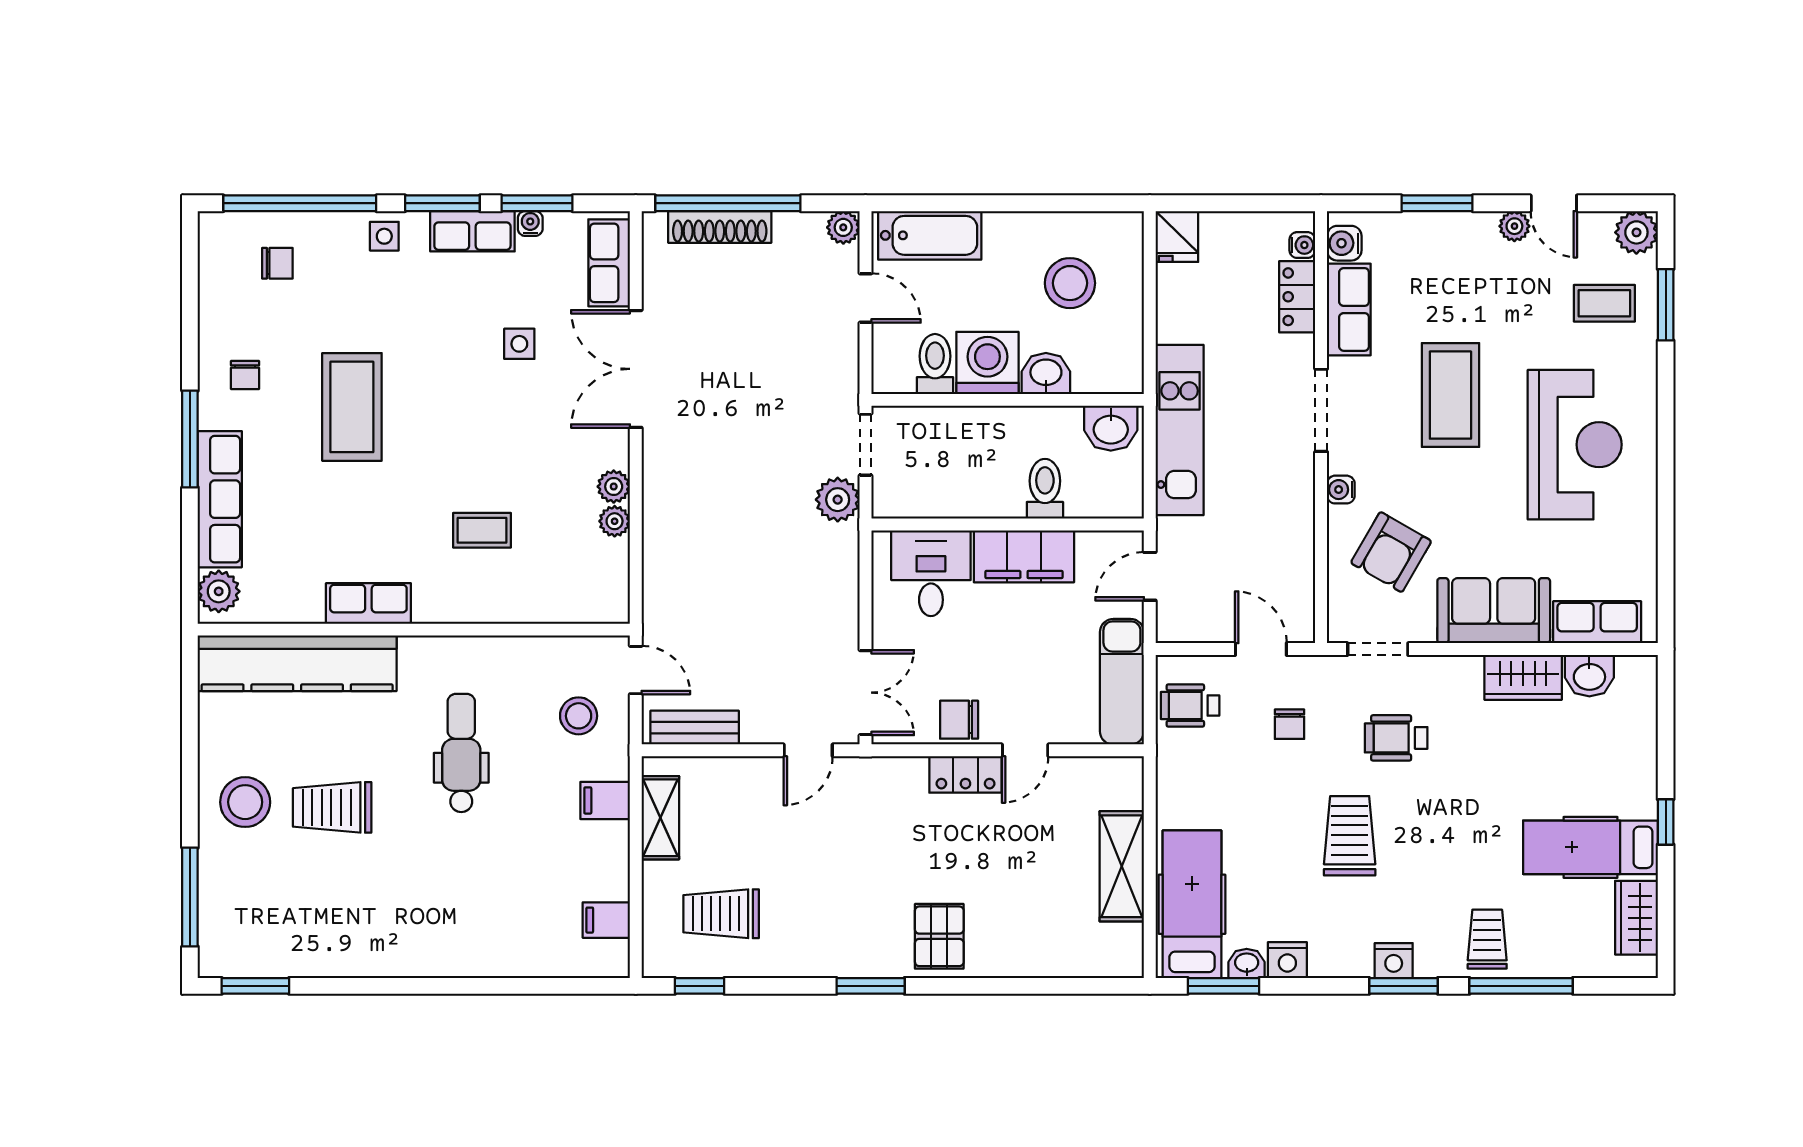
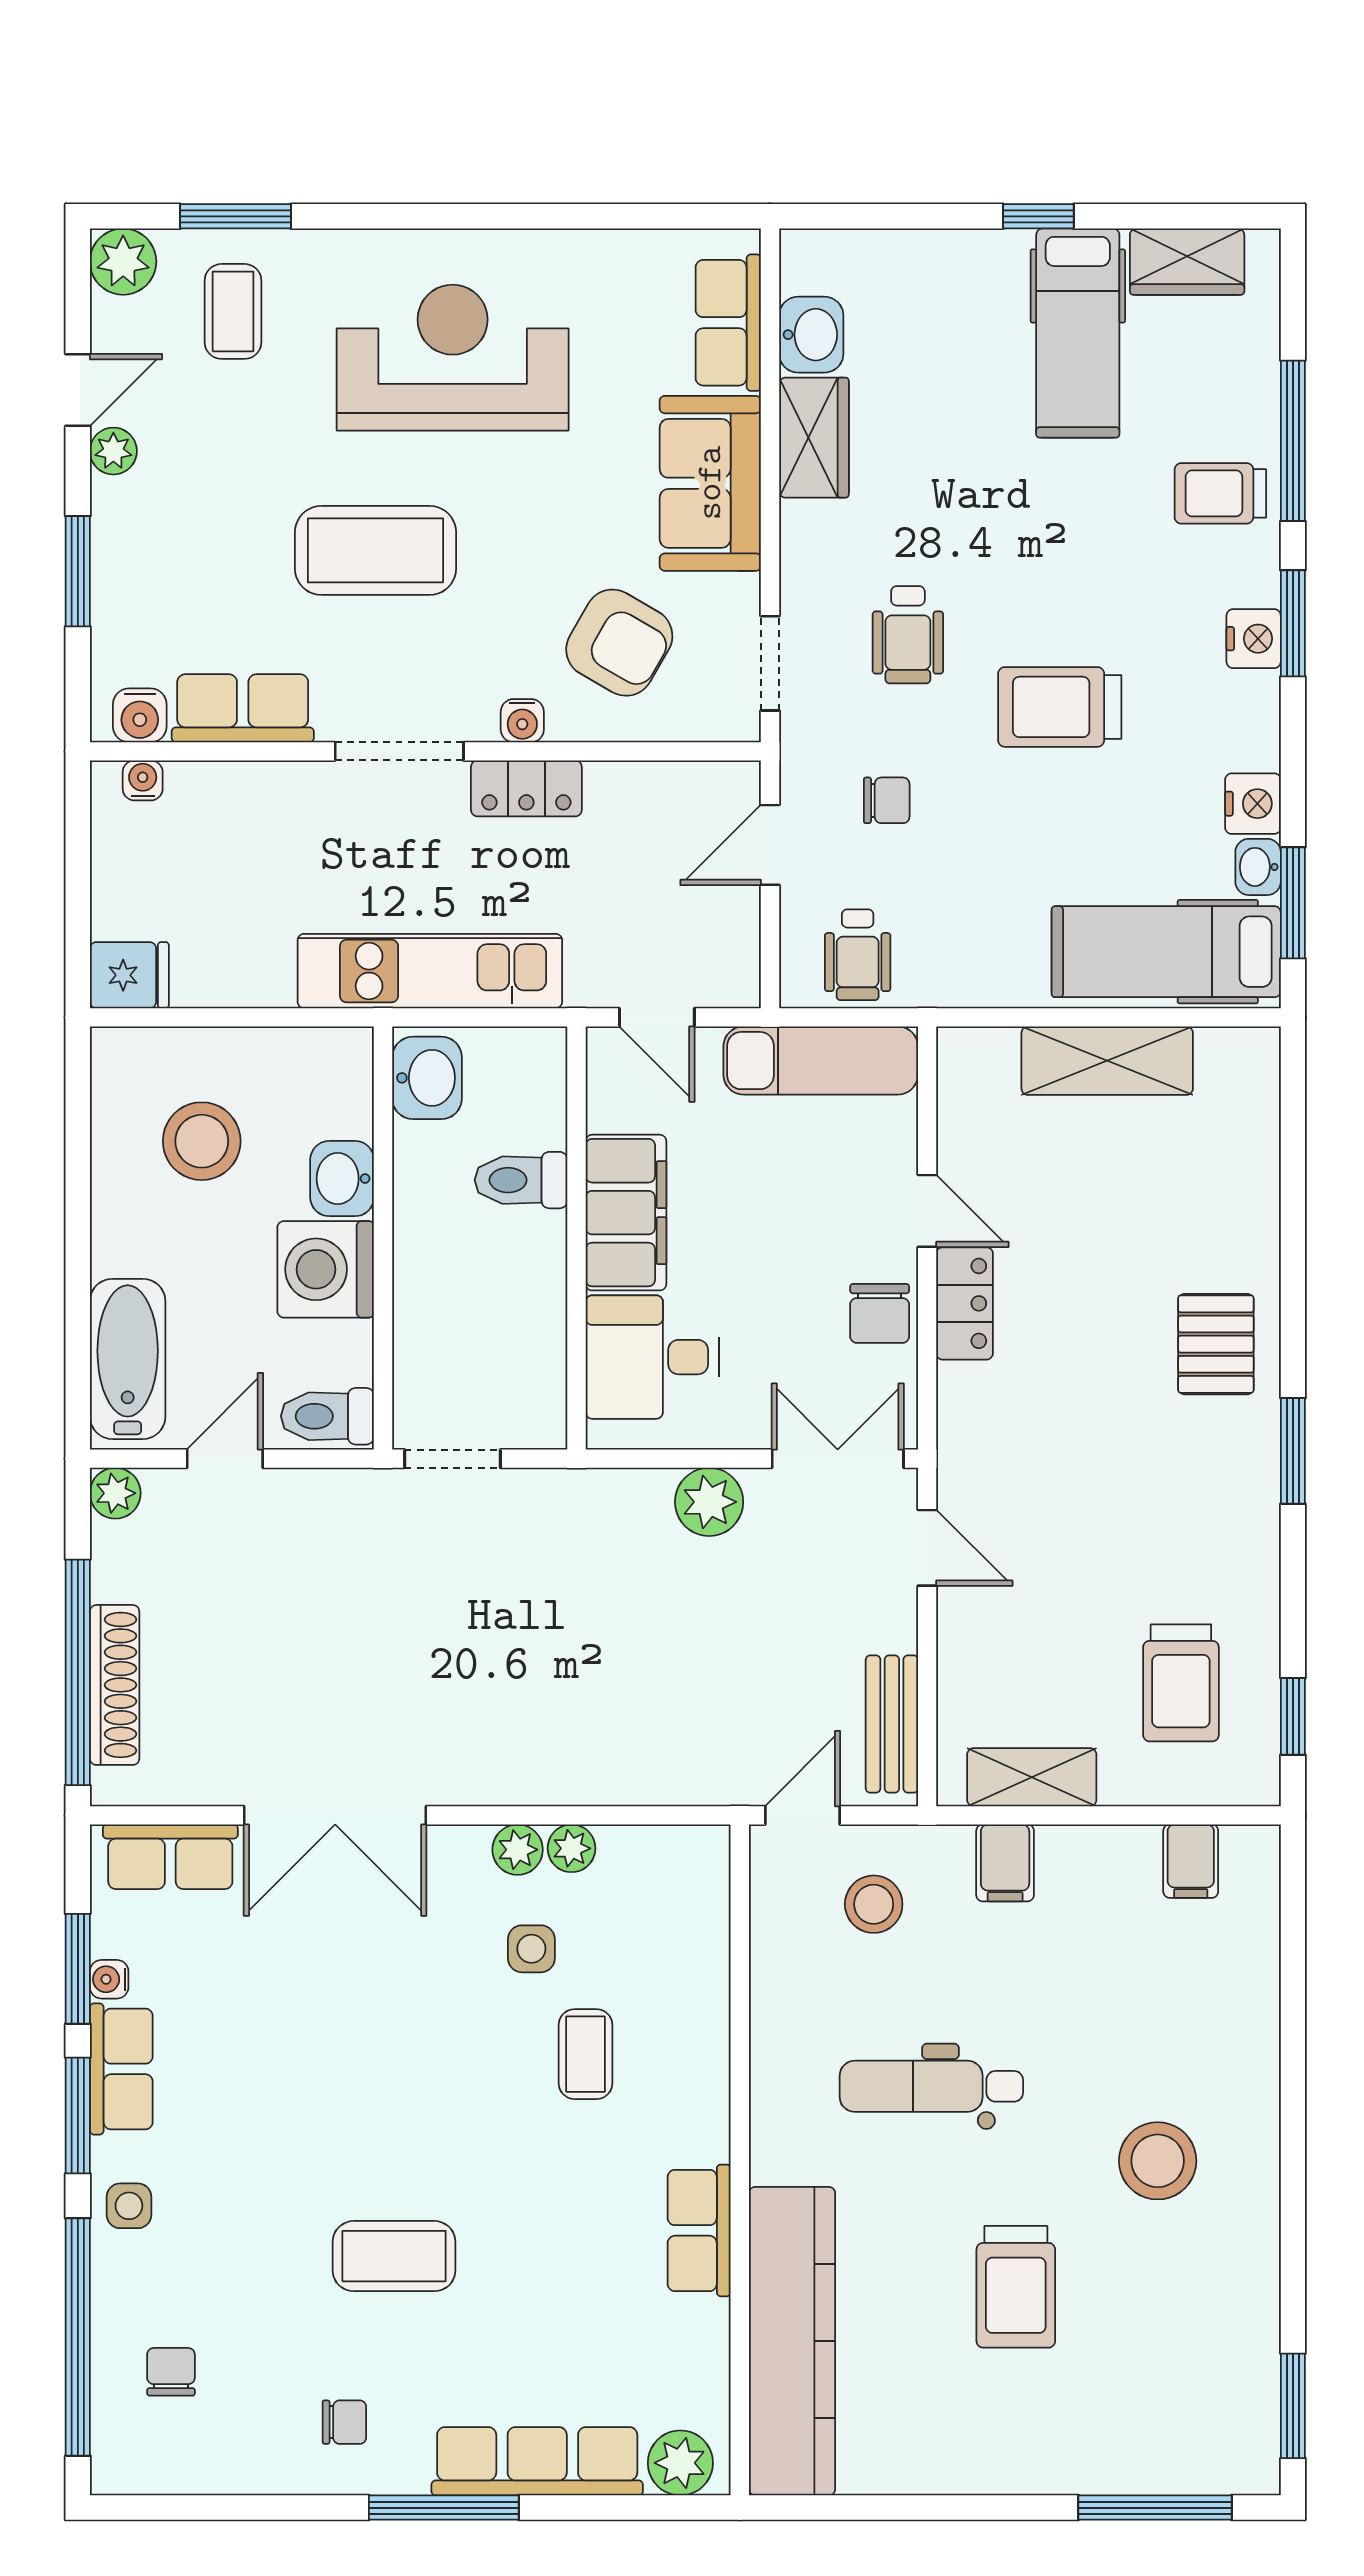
locker: (1297, 297) -> (526, 788), moved
side table: (519, 344) -> (531, 1949), moved
toilet: (935, 364) -> (327, 1416), moved
coffee table: (352, 407) -> (394, 2256), width x0.73, depth x0.76
plant: (838, 500) -> (709, 1502), moved
stool: (245, 802) -> (1158, 2161), moved
pallet: (939, 936) -> (1216, 1344), turned 90

